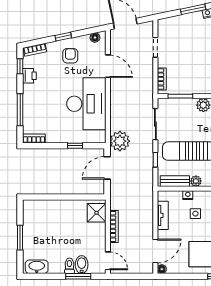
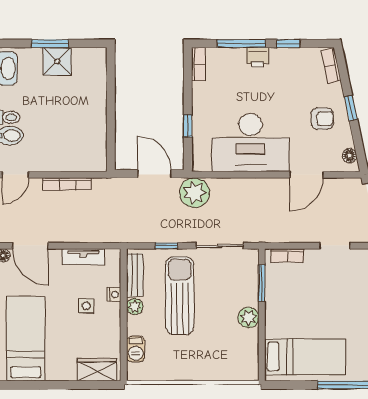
window: (20, 66) -> (288, 43), moved
printer: (29, 76) -> (258, 57), moved
shower: (97, 213) -> (57, 61), moved

